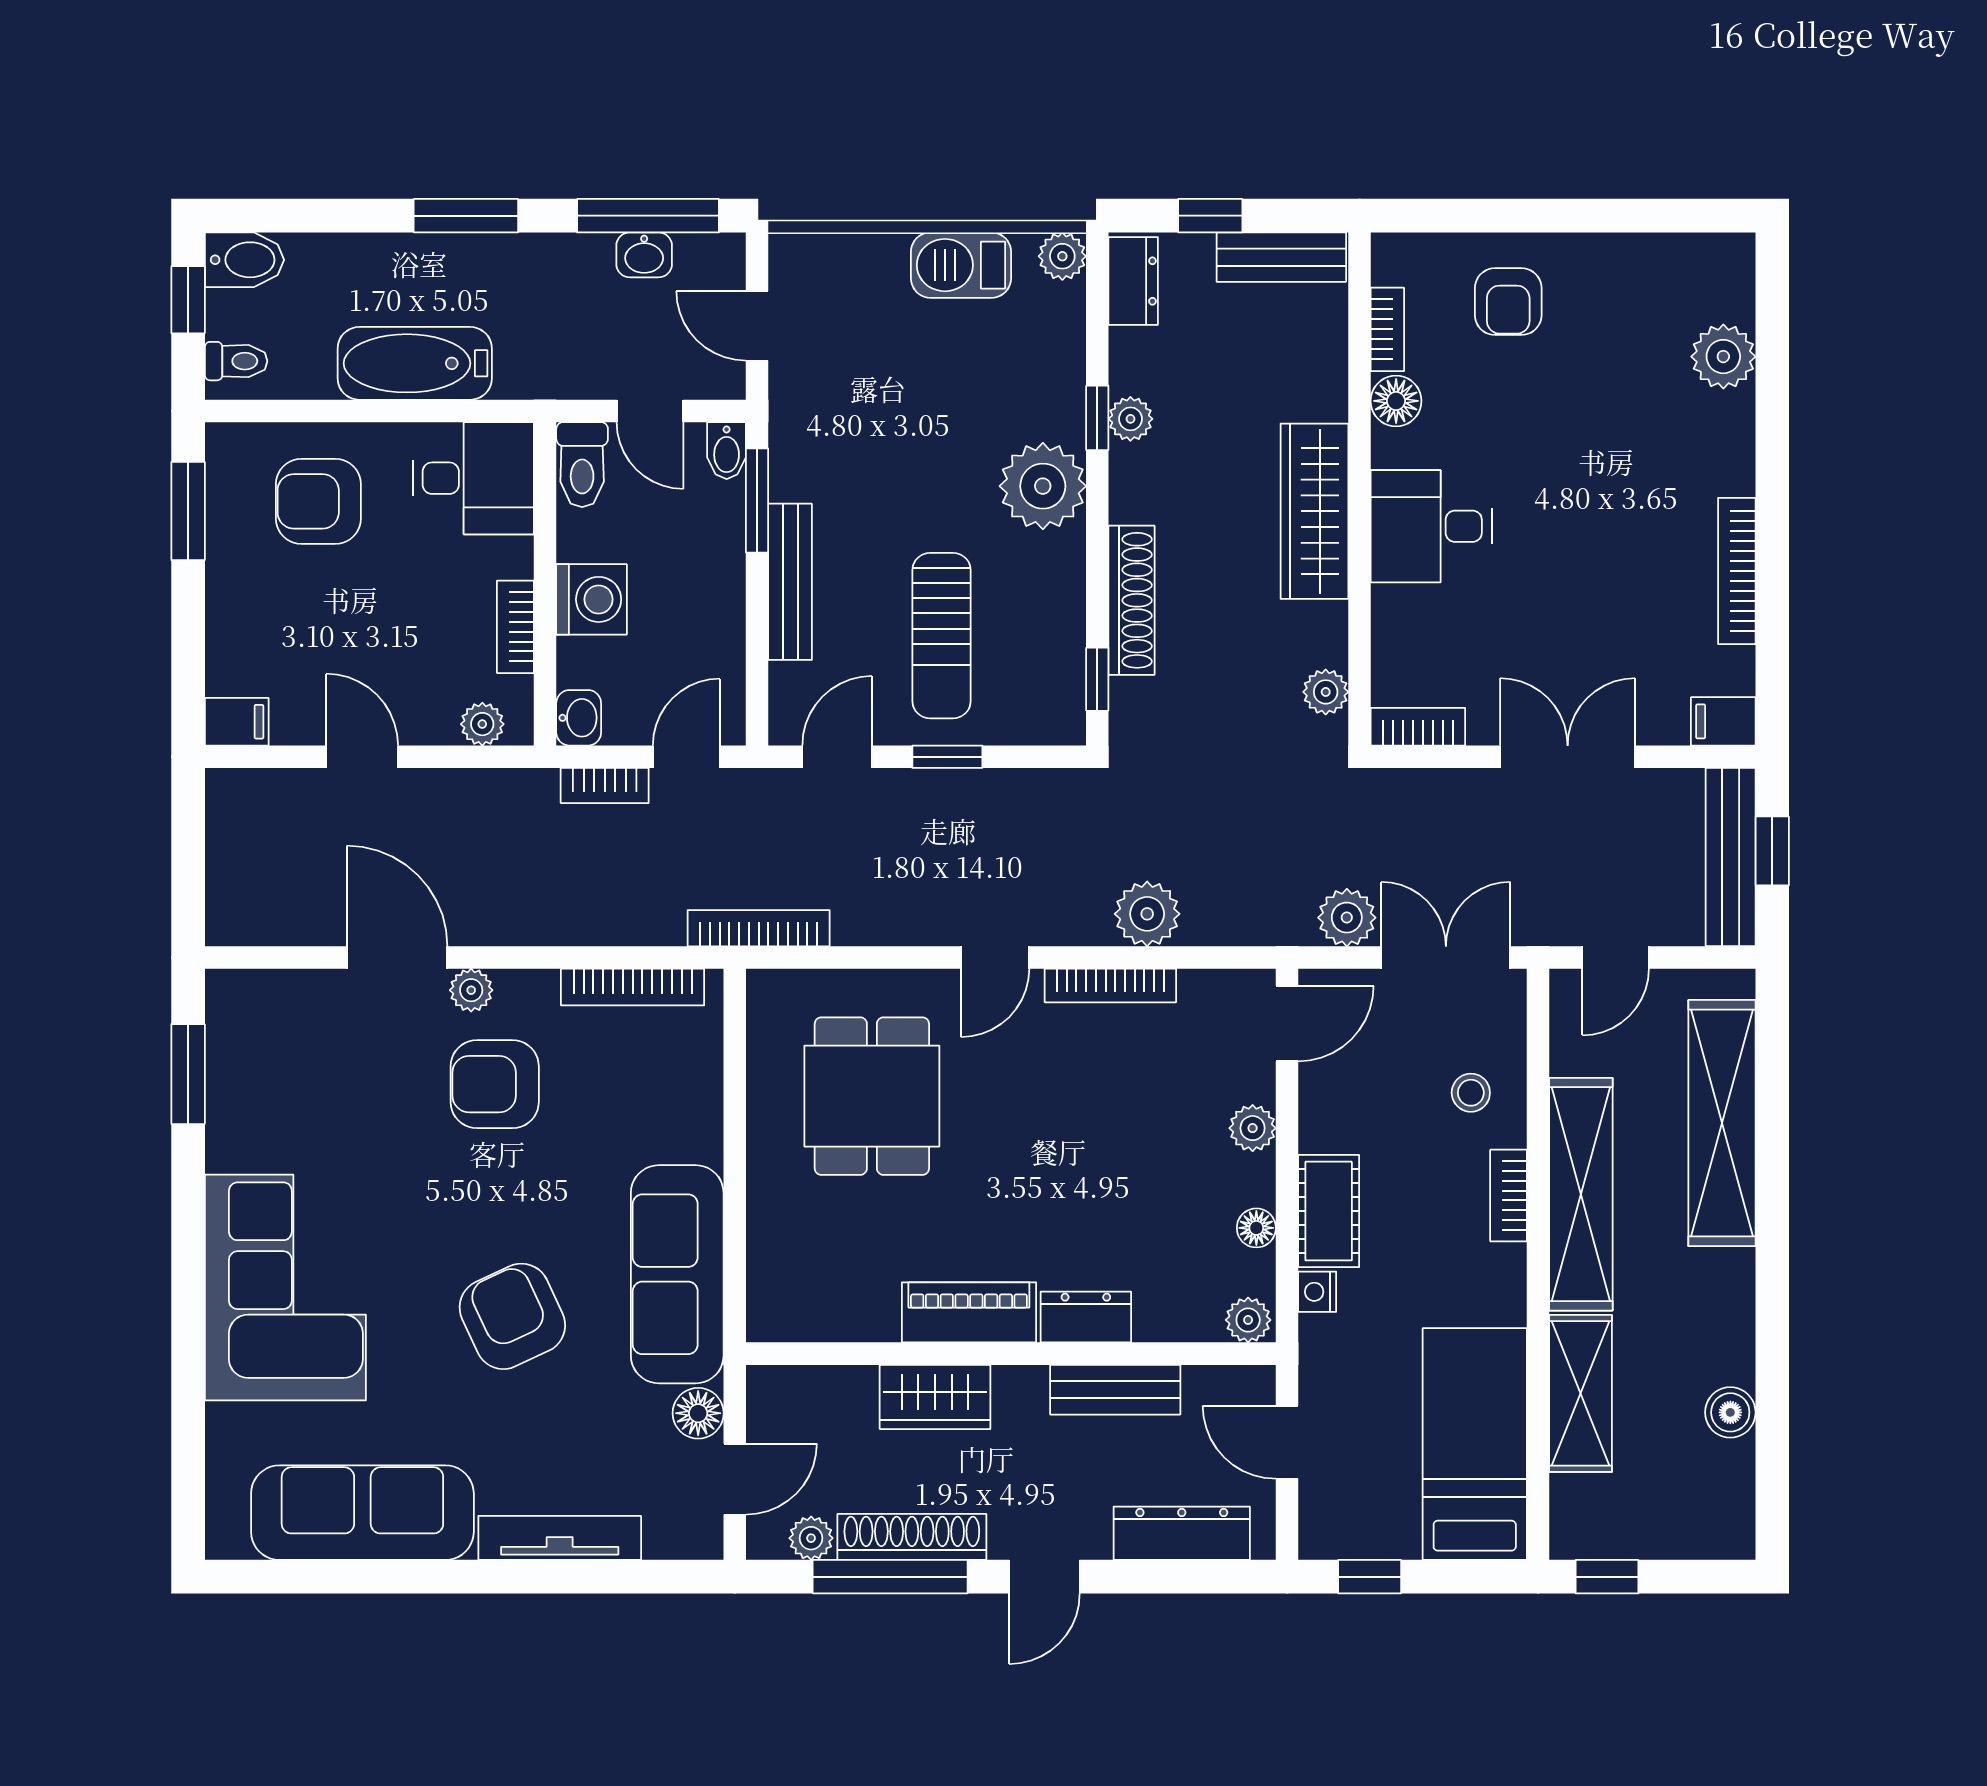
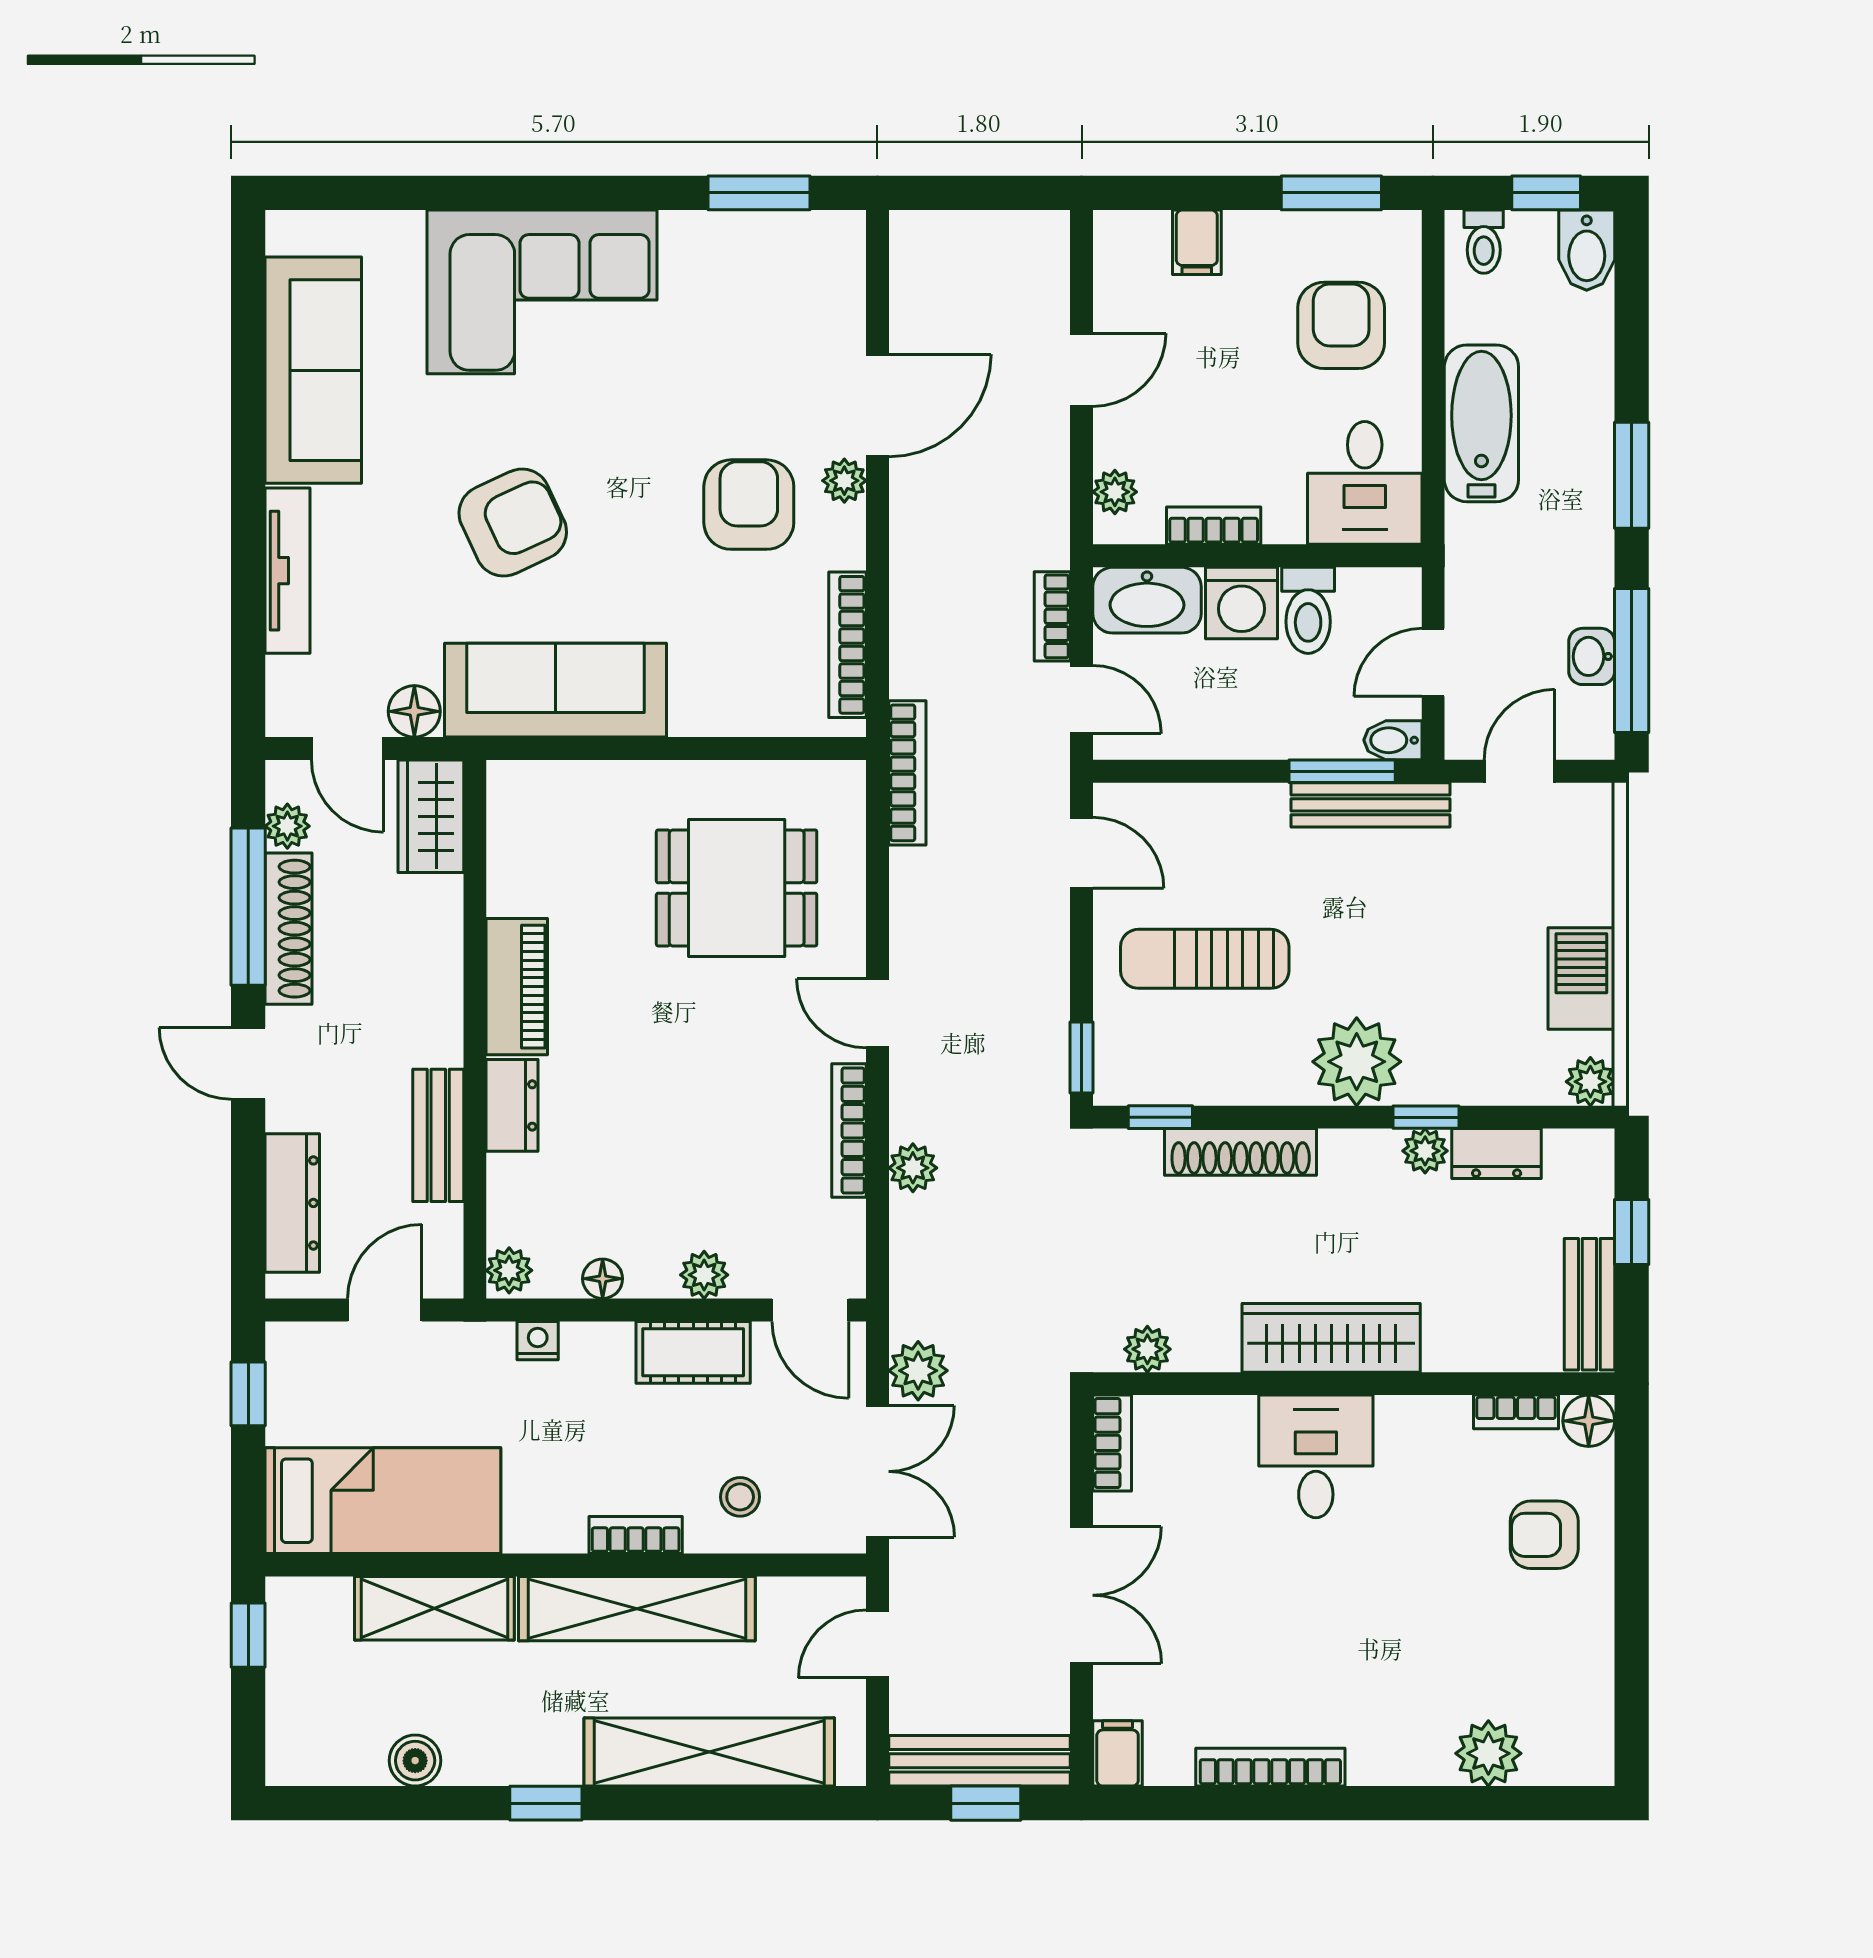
dresser: (1133, 281) -> (1497, 1154), moved
floor lamp: (1396, 401) -> (1589, 1421), moved
toilet: (582, 465) -> (1308, 610), moved, turned -90
bench: (790, 582) -> (1370, 805), moved
washbasin: (579, 718) -> (1147, 600), width x1.91, depth x1.45
filing cabinet: (237, 722) -> (1197, 242), moved
window: (947, 757) -> (1082, 1057), moved
plant: (1147, 914) -> (913, 1168), width x0.73, depth x0.73
door: (1616, 958) -> (877, 1644), hinge flipped
cot: (1329, 1211) -> (693, 1352), moved
window: (1772, 1284) -> (546, 1803), added
wardrobe: (935, 1397) -> (431, 816), moved

